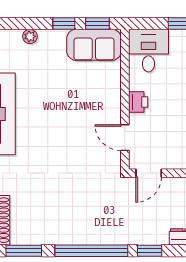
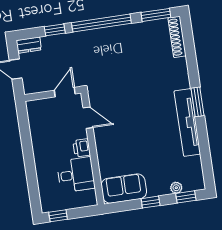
window: (98, 23) -> (186, 197), moved
desk: (148, 51) -> (76, 175), moved, turned -90

